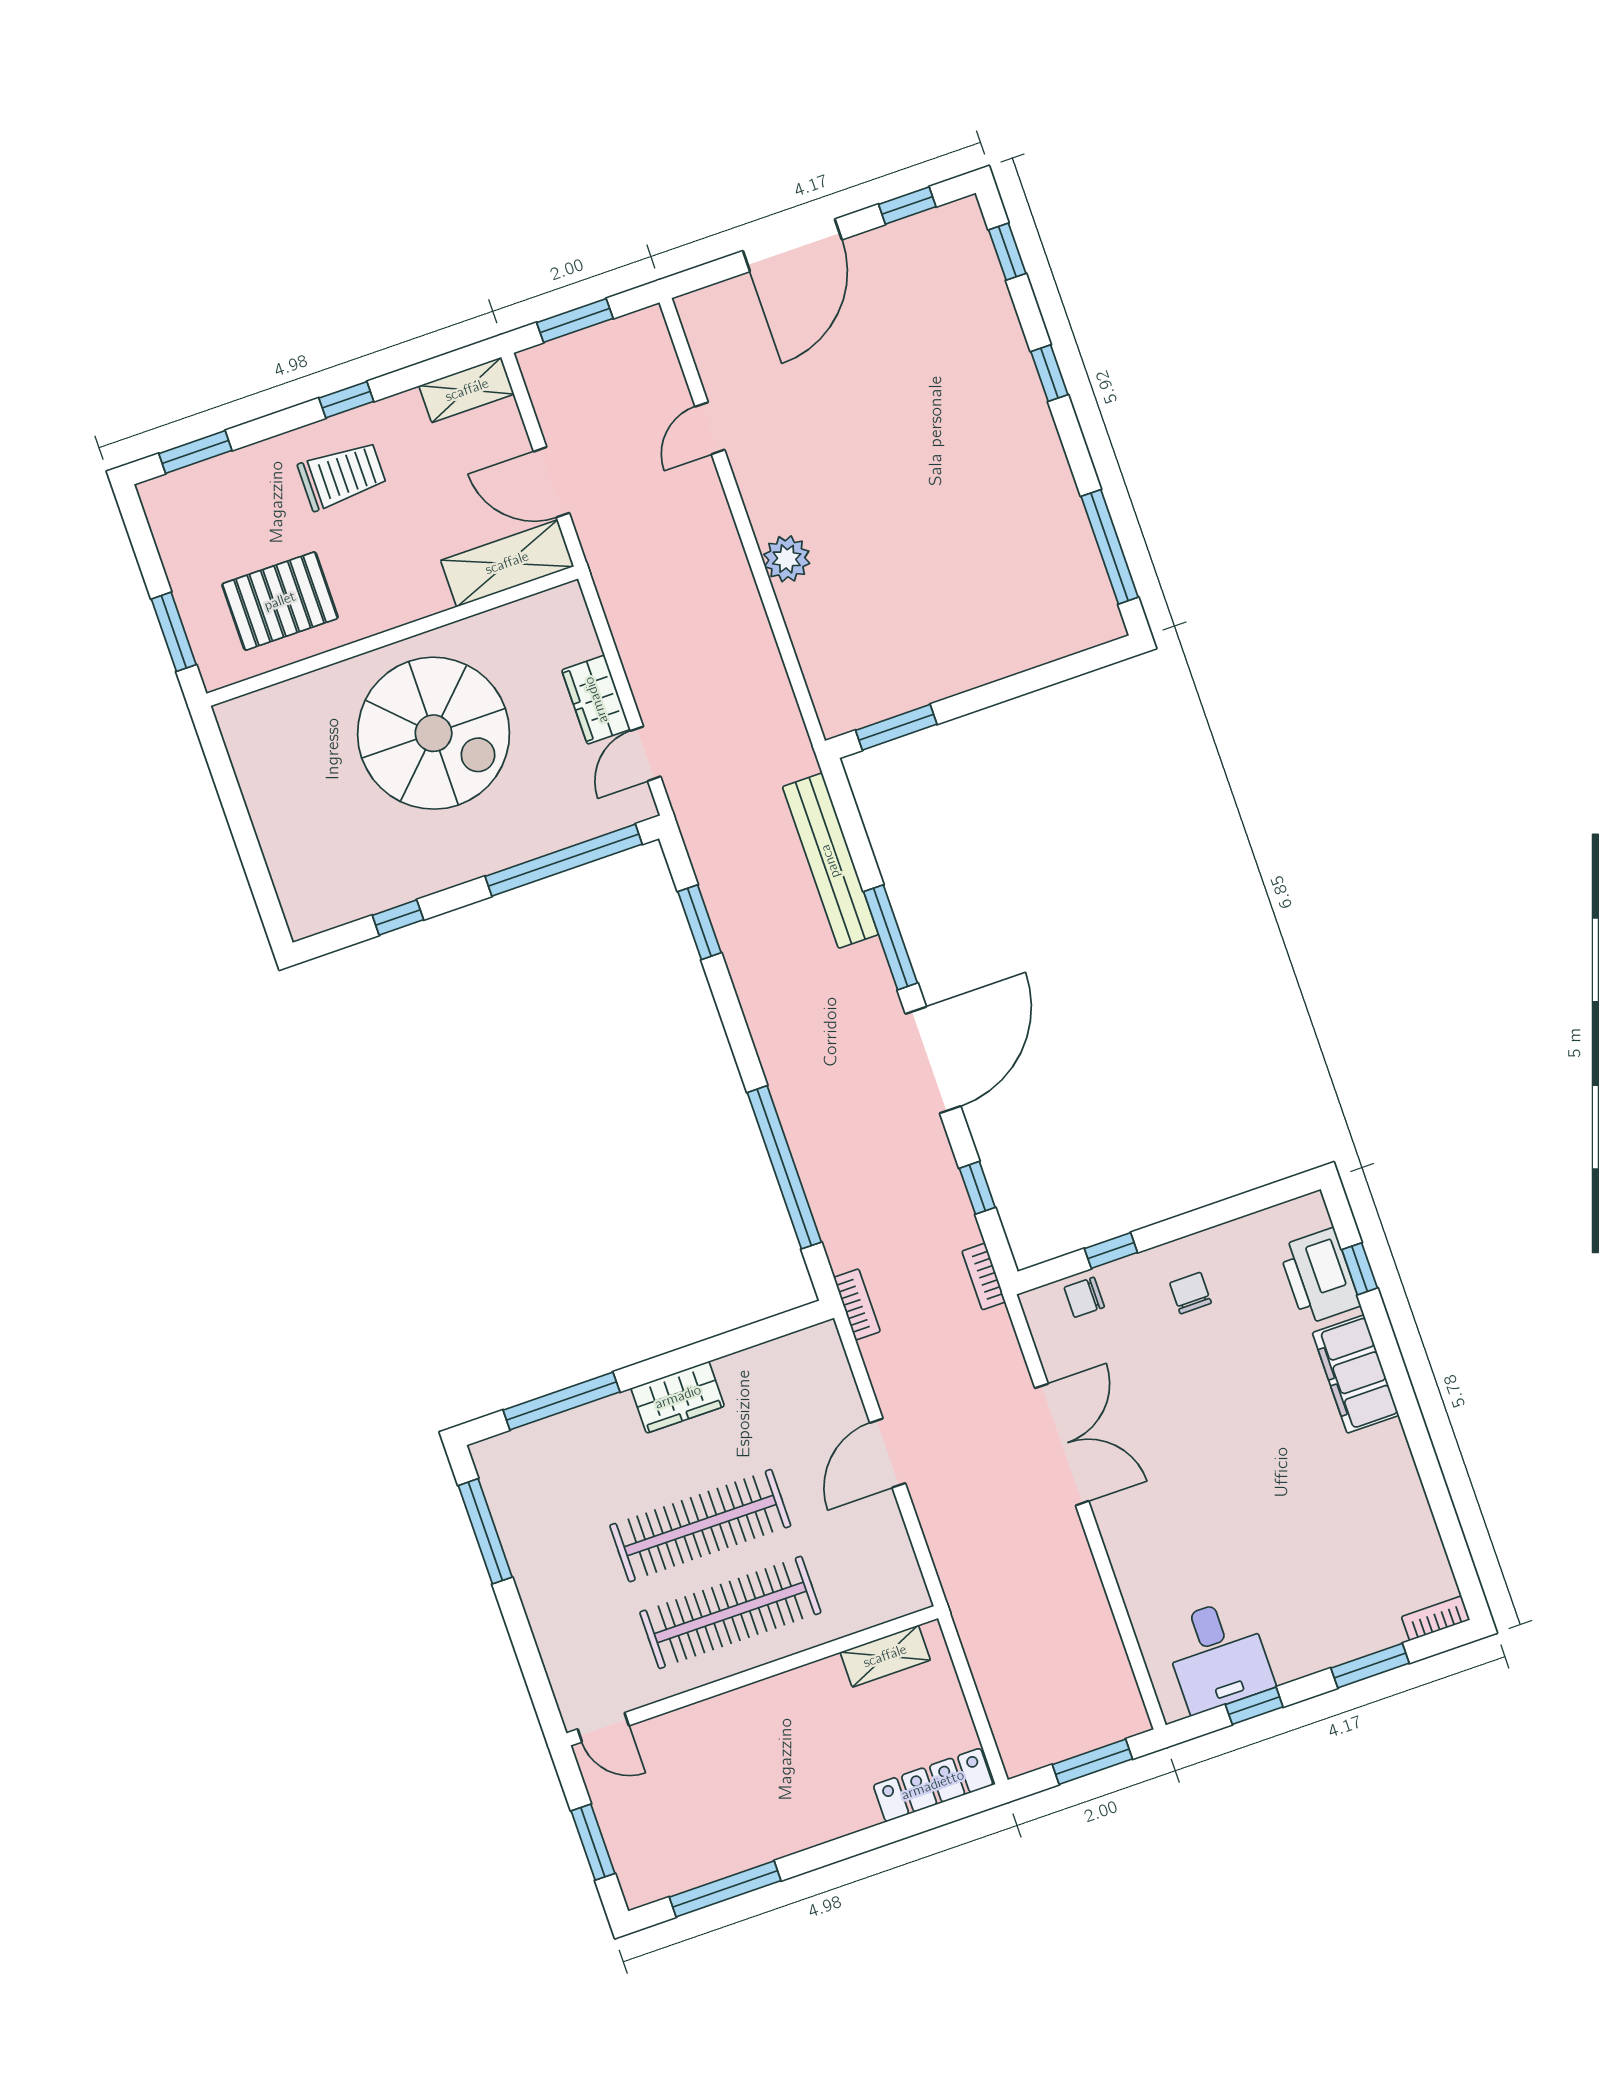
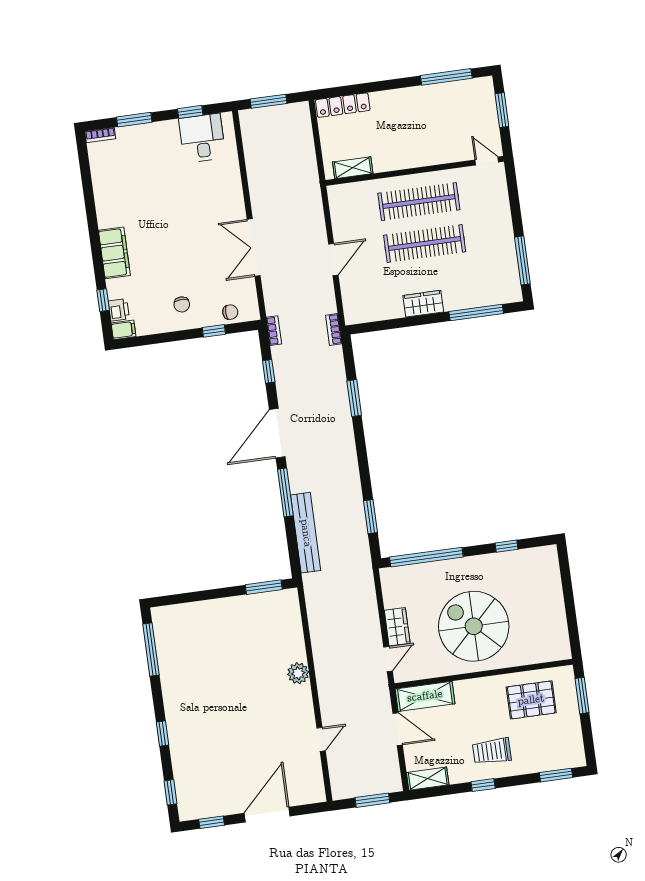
door: (645, 754) -> (388, 659), moved
window: (784, 1167) -> (354, 398), width x0.47
filing cabinet: (1304, 1214) -> (123, 330), added
printer: (1319, 1276) -> (119, 310), width x0.53, depth x0.68

